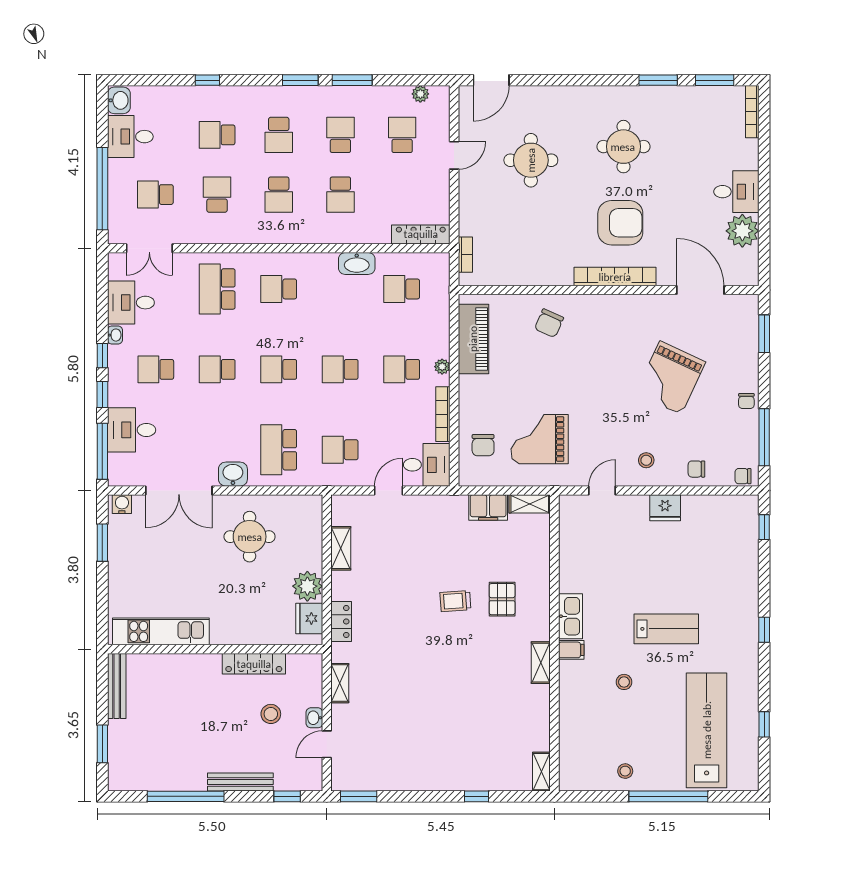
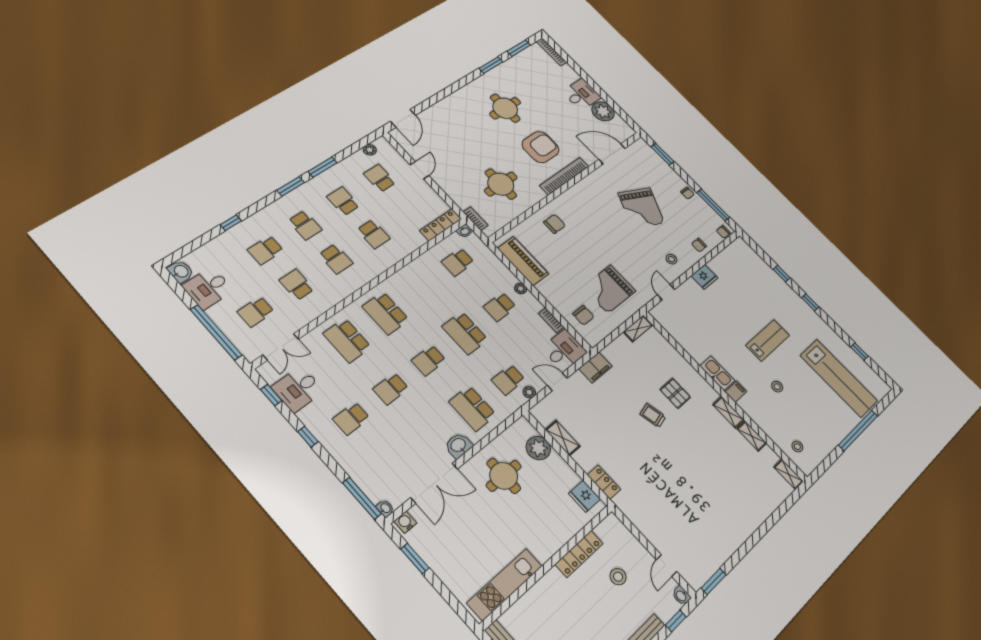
round table: (531, 160) -> (501, 184), moved
washbasin: (357, 263) -> (465, 231), moved, width x0.52, depth x0.69
school desk: (279, 289) -> (386, 313), width x1.85
chair: (549, 323) -> (554, 224), turned -114
washbasin: (115, 335) -> (385, 508), moved
school desk: (340, 369) -> (465, 333), width x1.85
window: (102, 395) -> (271, 395), moved
bookcase: (443, 414) -> (551, 320), width x0.64
desk: (132, 430) -> (369, 469), removed
plant: (350, 478) -> (529, 392), added
door: (389, 490) -> (557, 382), hinge flipped
filing cabinet: (488, 508) -> (595, 368), moved
window: (764, 527) -> (782, 274), moved
plant: (307, 586) -> (538, 448), moved
trolley: (455, 601) -> (653, 415), turned 81
shelving: (340, 683) -> (752, 436), moved
washbasin: (314, 718) -> (681, 596), moved
lab bench: (707, 730) -> (839, 378), turned 180
stool: (625, 771) -> (797, 447), moved
window: (476, 796) -> (772, 520), removed

